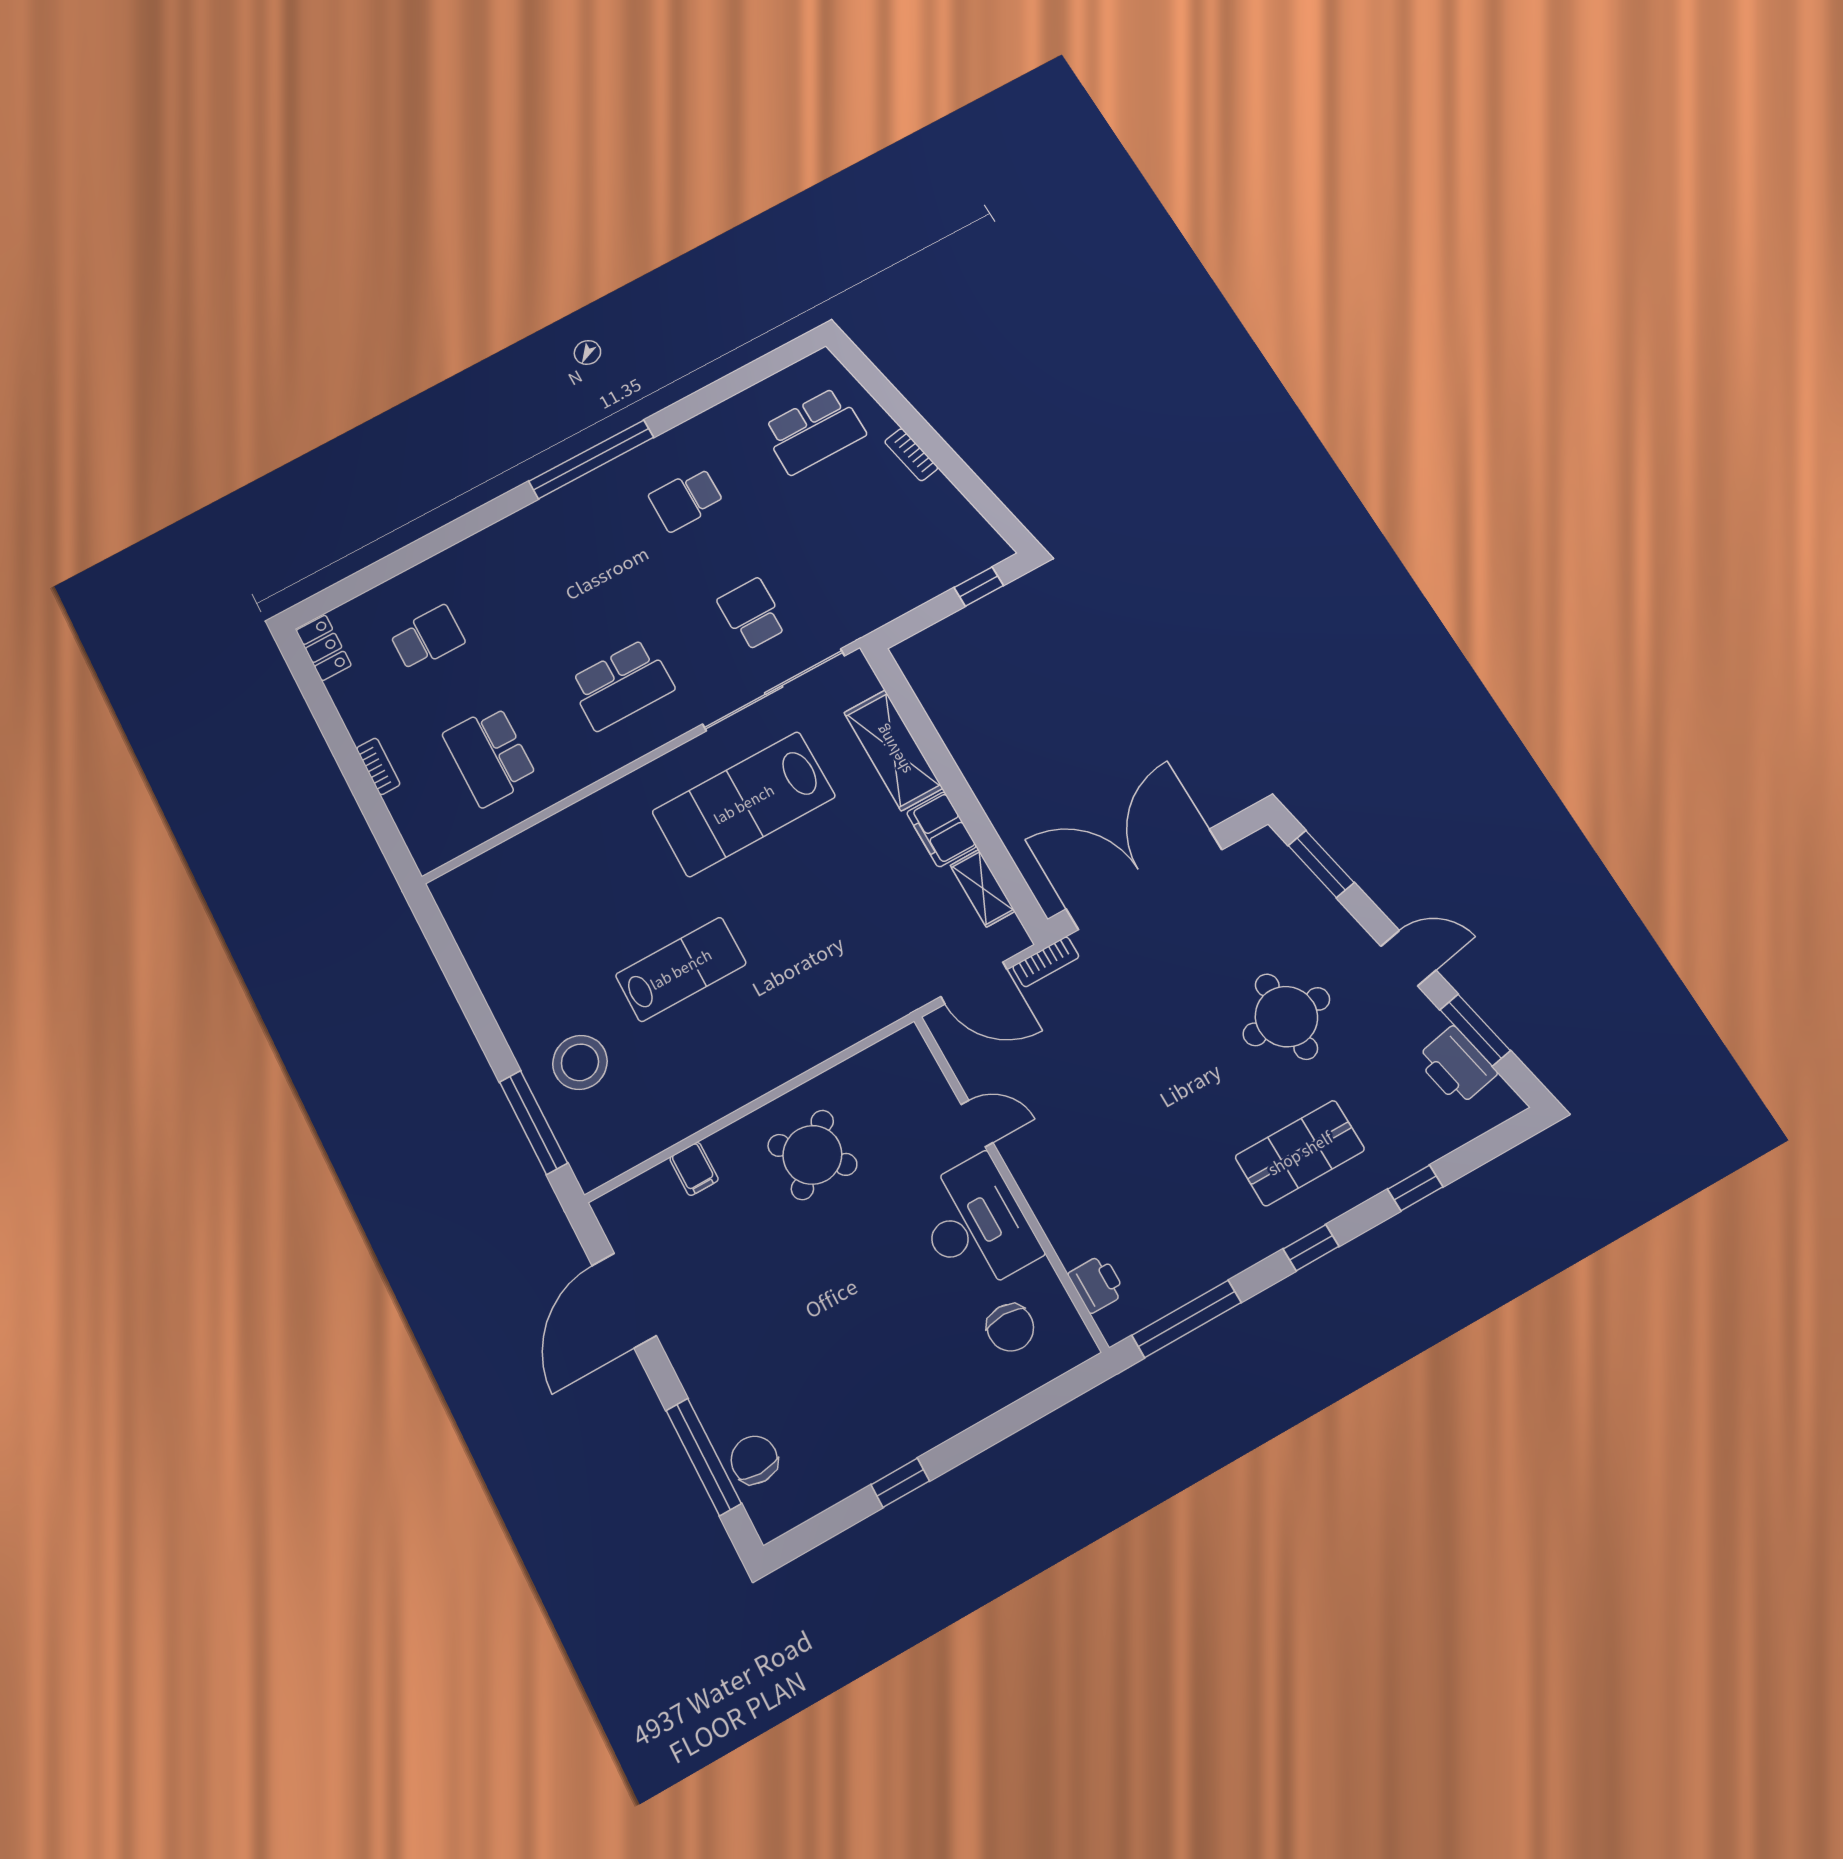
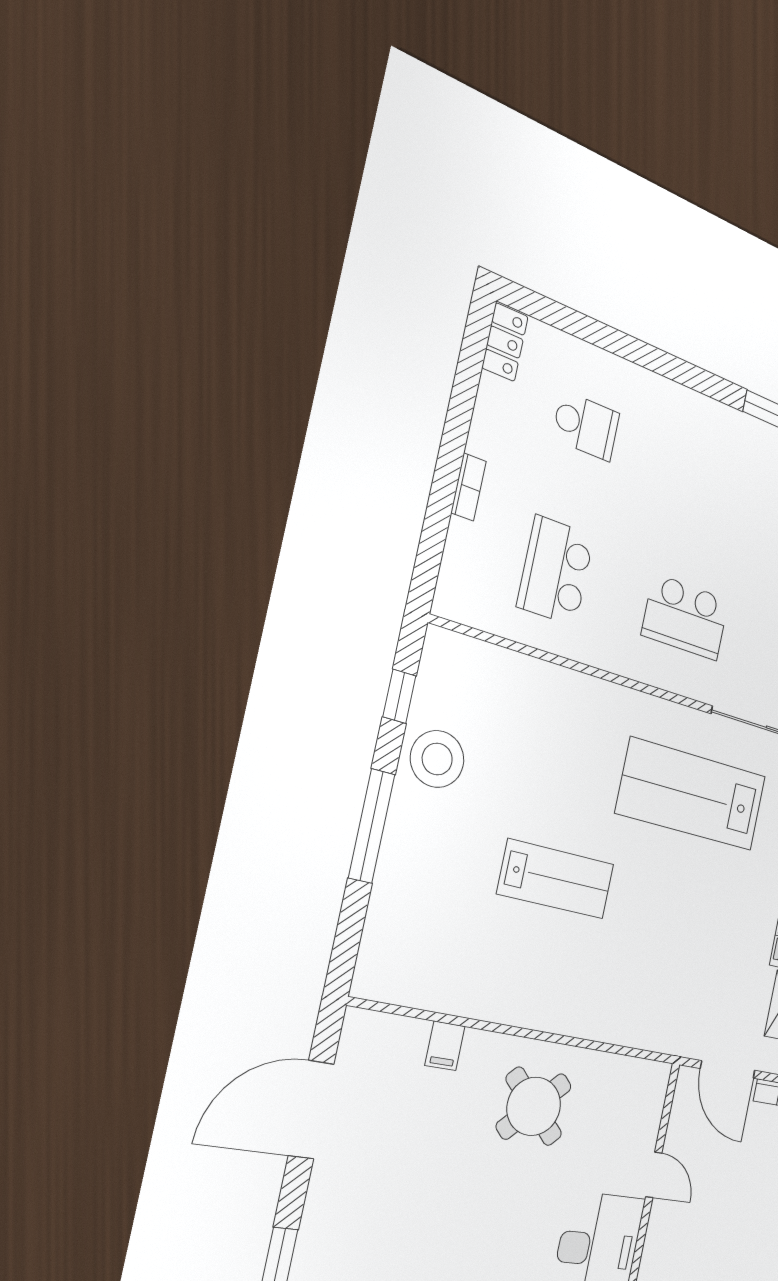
window: (447, 952) -> (399, 696), added
stool: (580, 1062) -> (437, 759), moved
window: (533, 1122) -> (372, 826), moved

